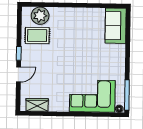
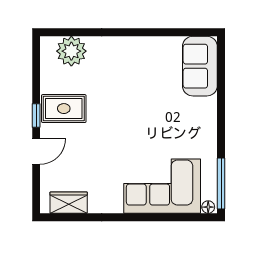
rug: (37, 35) -> (64, 109), moved

